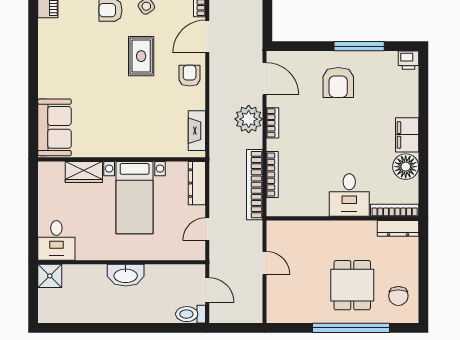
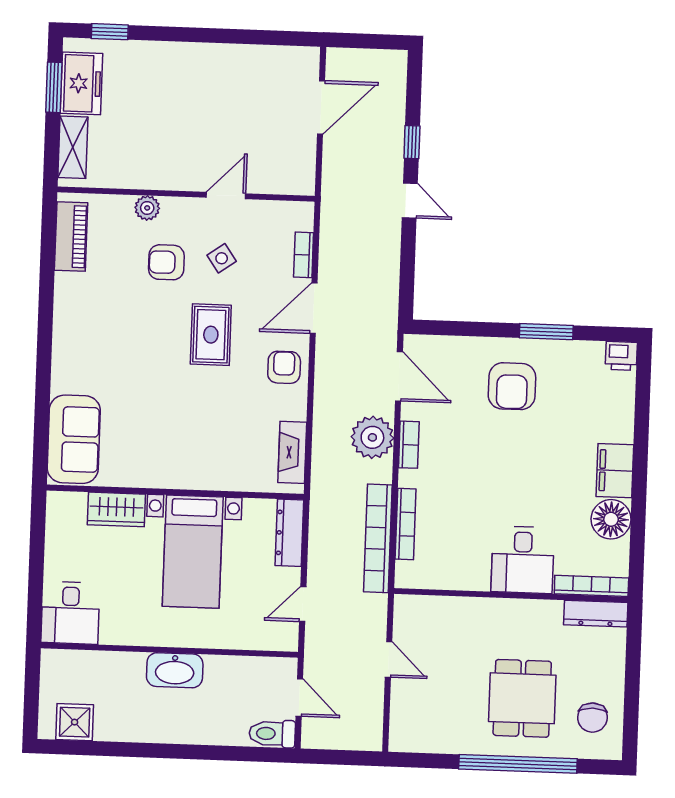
window: (359, 46) -> (546, 332), width x0.69
shower: (50, 276) -> (75, 722), moved

